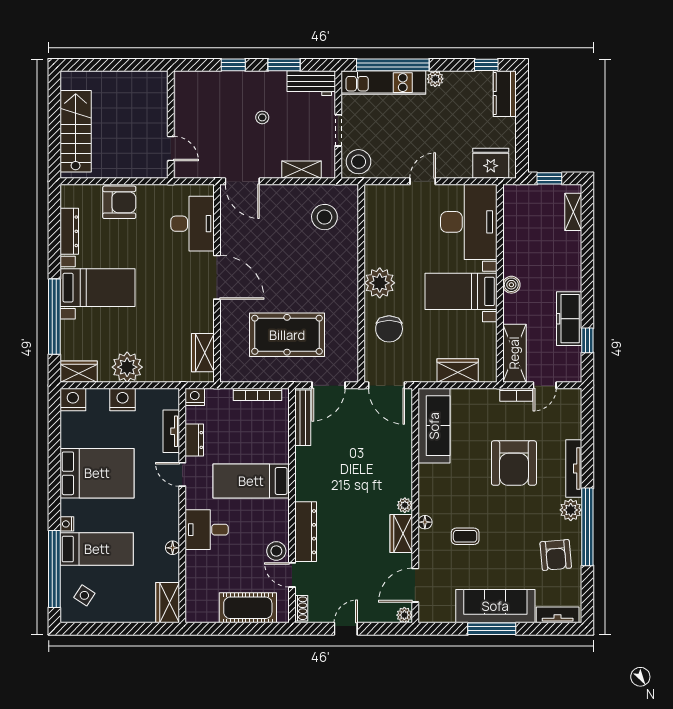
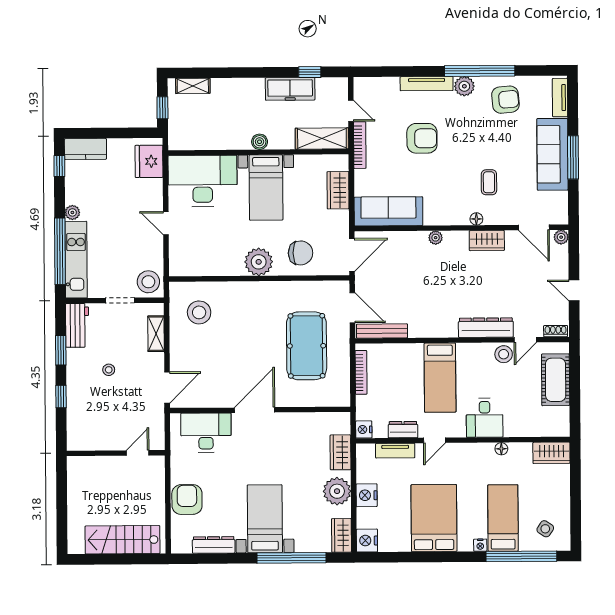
wardrobe: (203, 353) -> (341, 452), moved, turned 90
bookcase: (516, 395) -> (360, 145), width x1.56
armchair: (514, 463) -> (422, 138), width x0.73, depth x0.73
plant: (405, 505) -> (436, 238), moved

